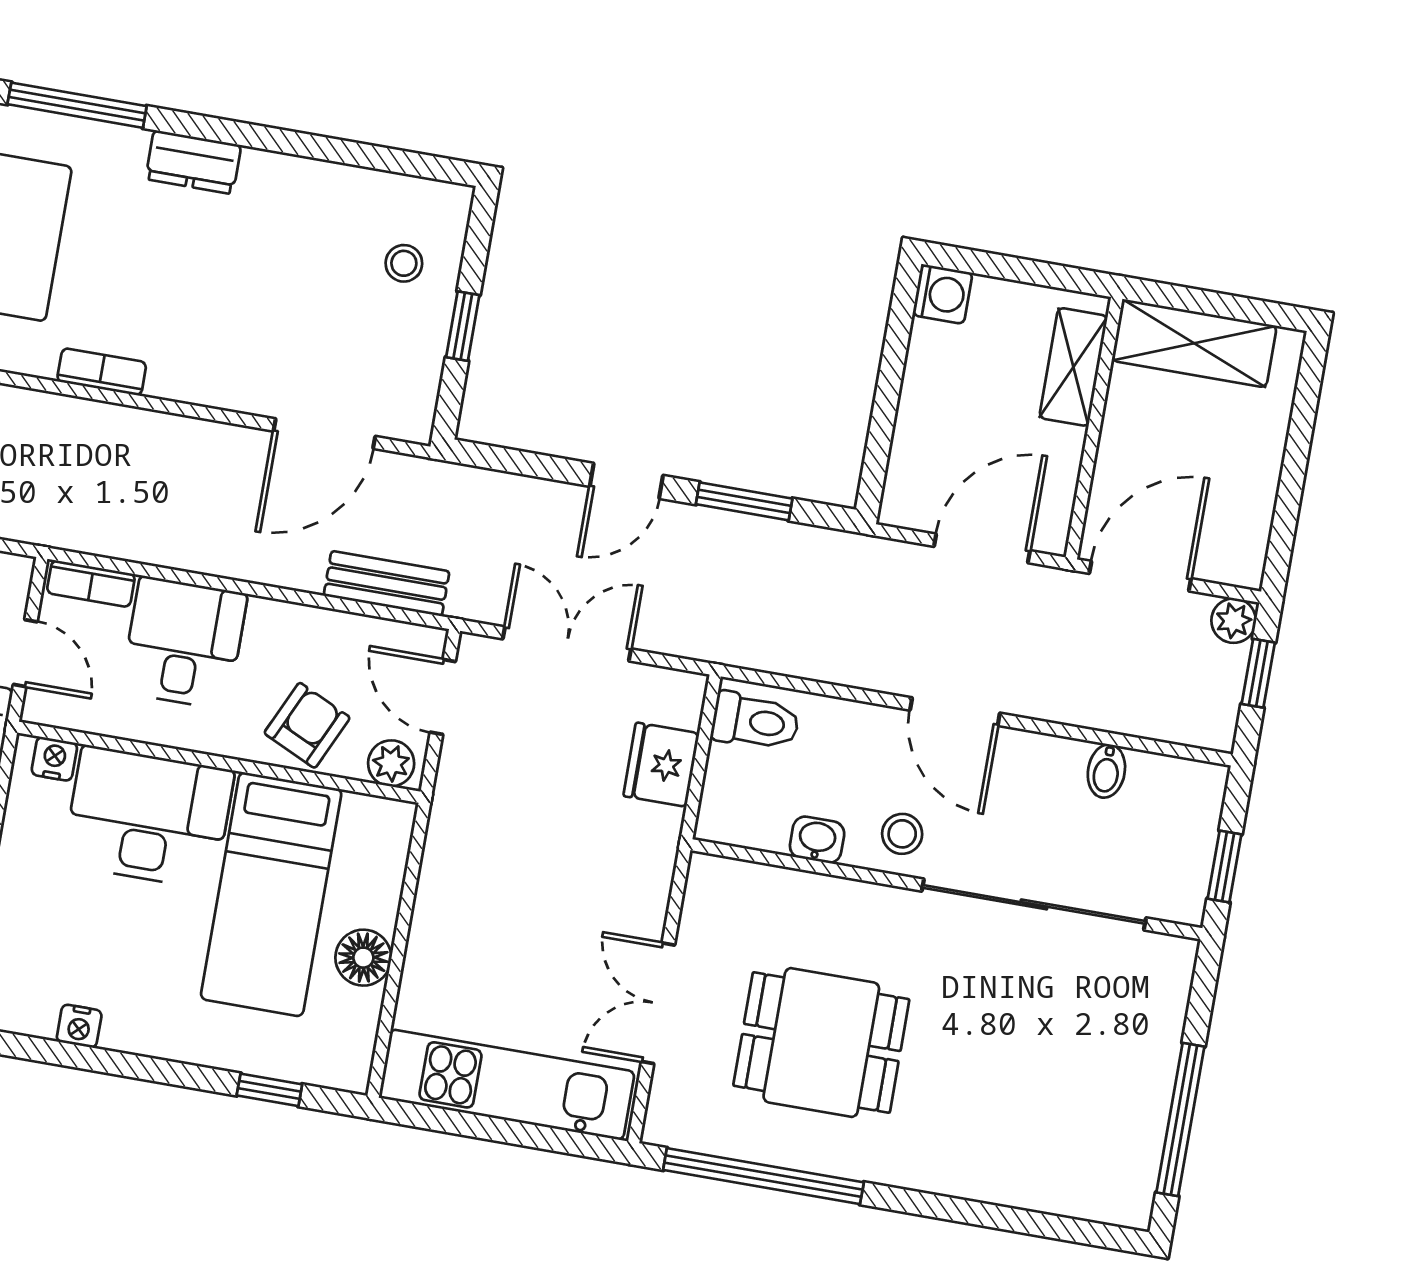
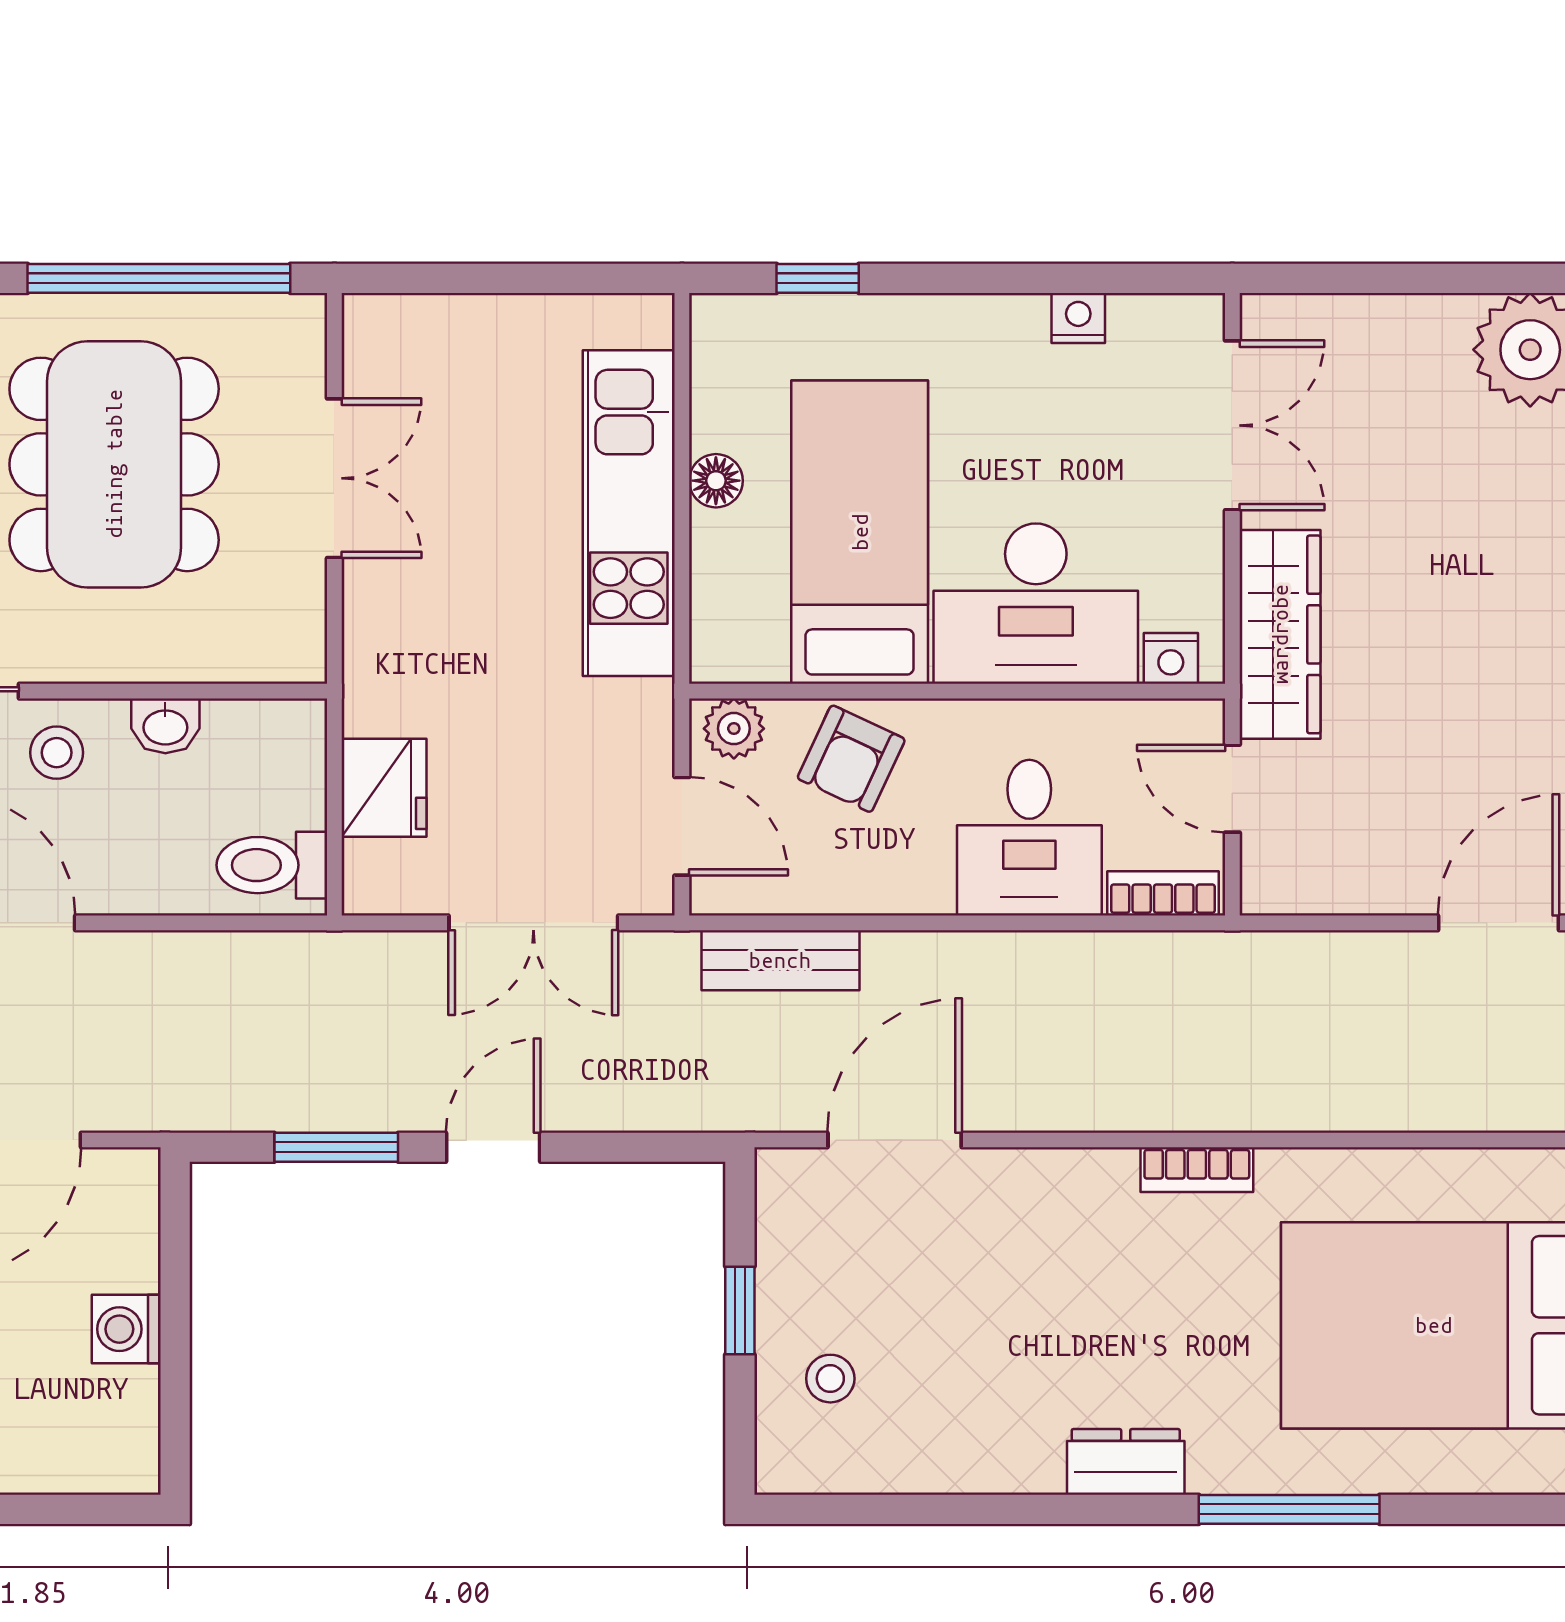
washing machine: (943, 294) -> (126, 1329), moved
floor lamp: (363, 958) -> (716, 481), width x0.73, depth x0.73
dining table: (821, 1042) -> (114, 464), width x1.38
kitchen unit: (507, 1085) -> (629, 513), moved, turned 90

